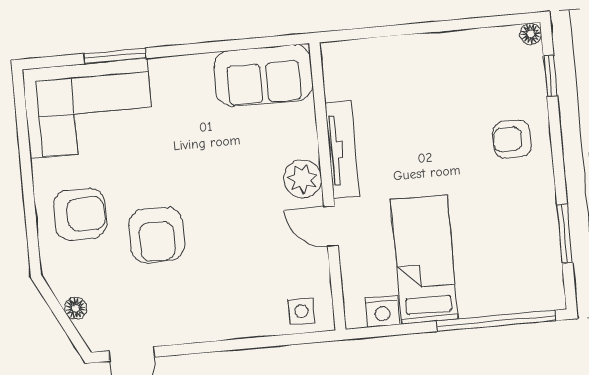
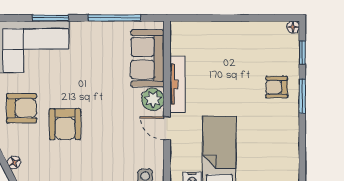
window: (224, 46) -> (114, 18), added
sofa: (264, 76) -> (148, 58), moved, turned 90
window: (565, 234) -> (302, 96), moved

